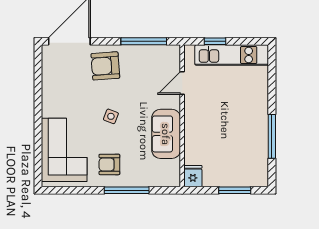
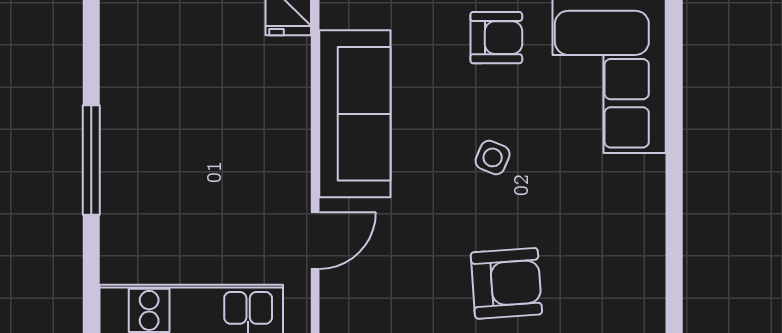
sofa: (166, 134) -> (355, 114), width x1.36
window: (272, 136) -> (91, 160), moved

